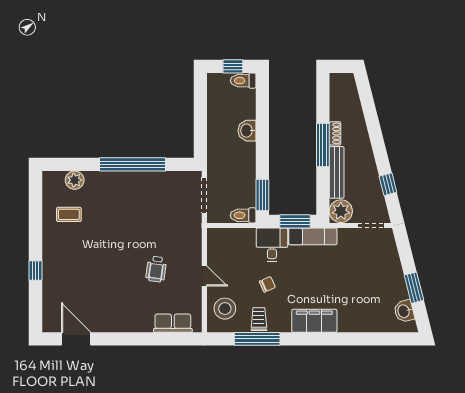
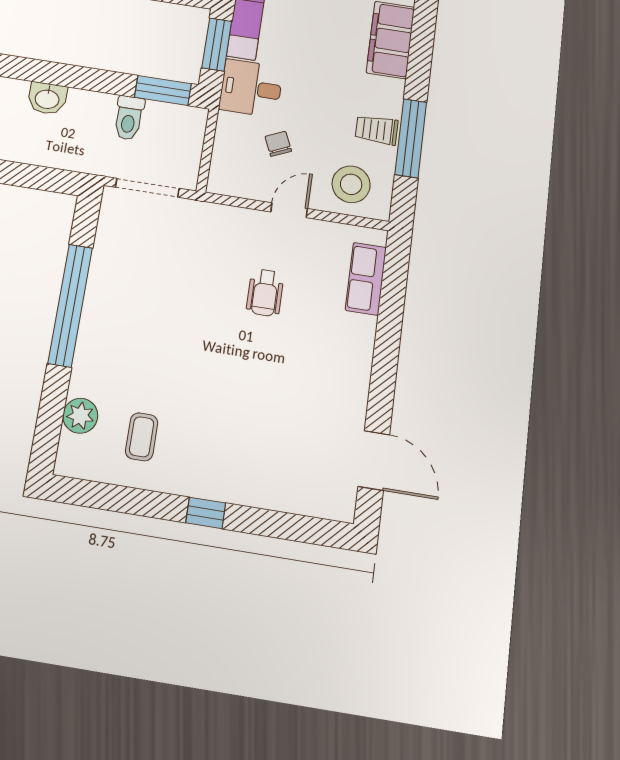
toilet: (243, 215) -> (129, 118), moved
wheelchair: (156, 269) -> (265, 293), turned 82
window: (36, 271) -> (206, 513), moved
chair: (267, 284) -> (278, 144), moved
door: (76, 339) -> (374, 460), swing flipped

